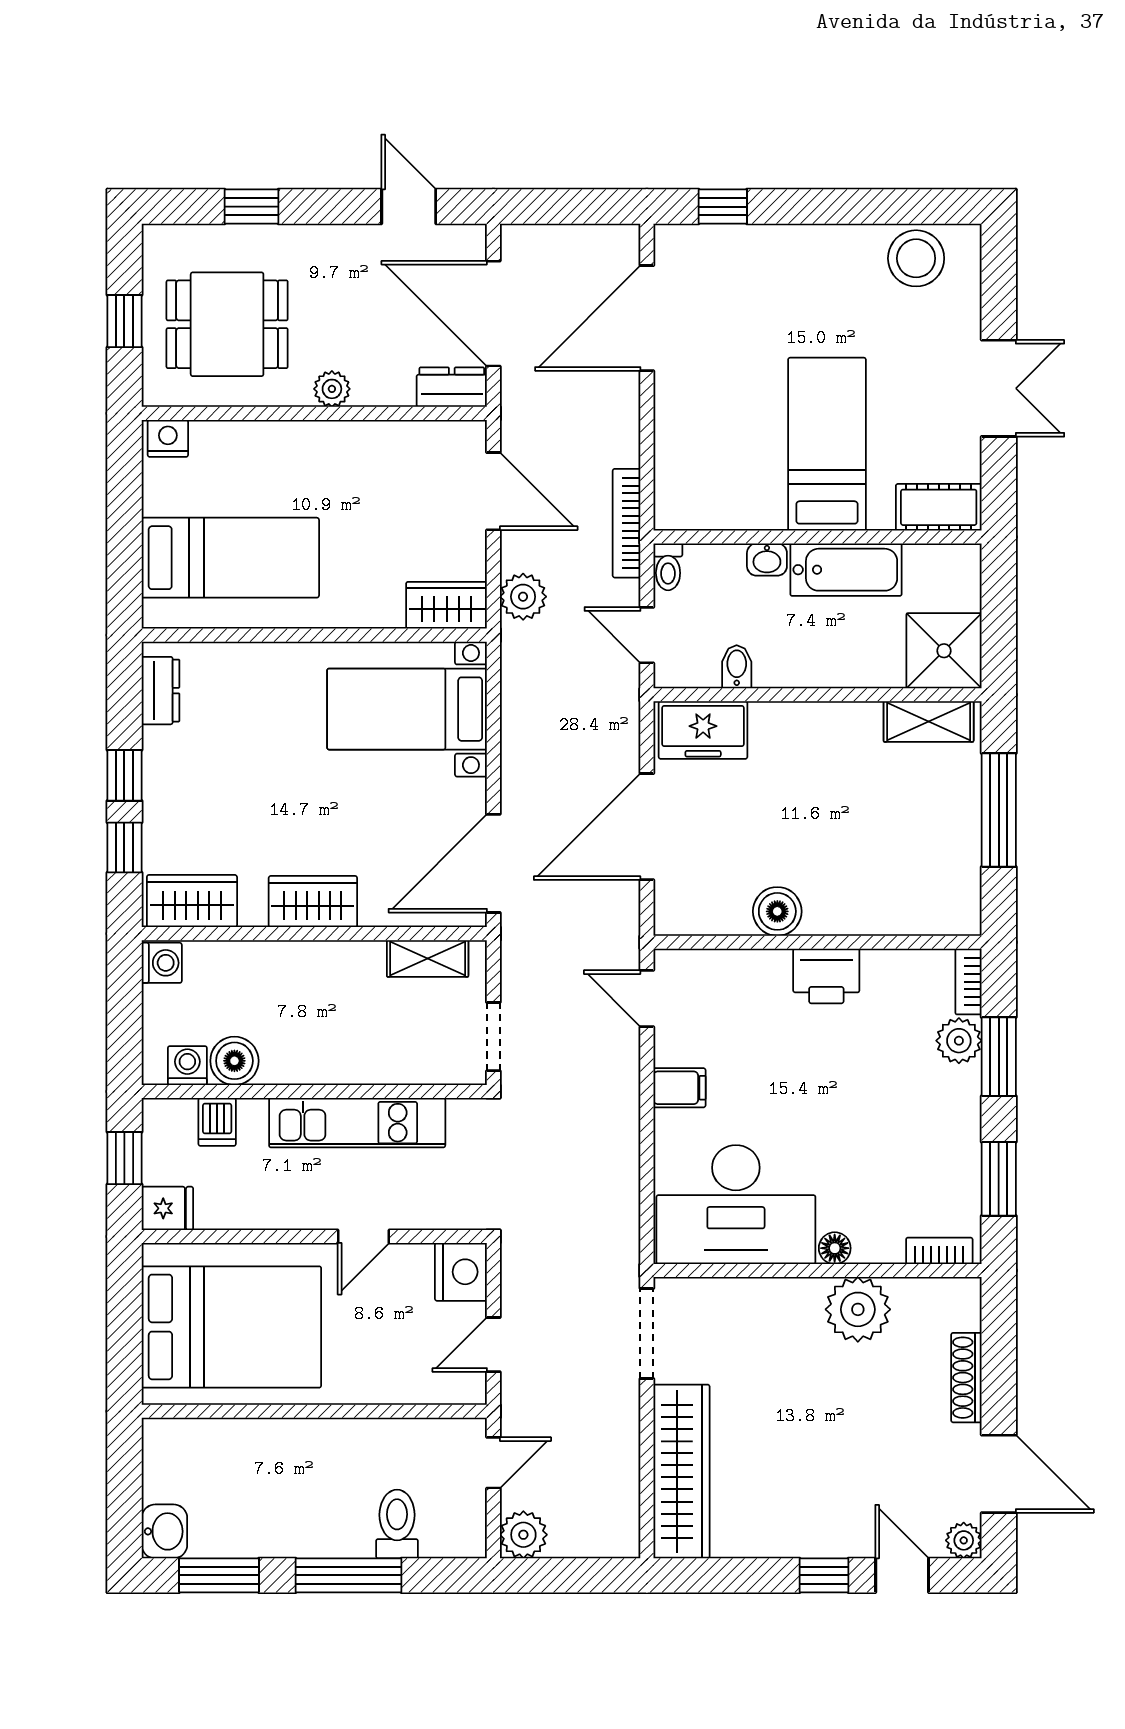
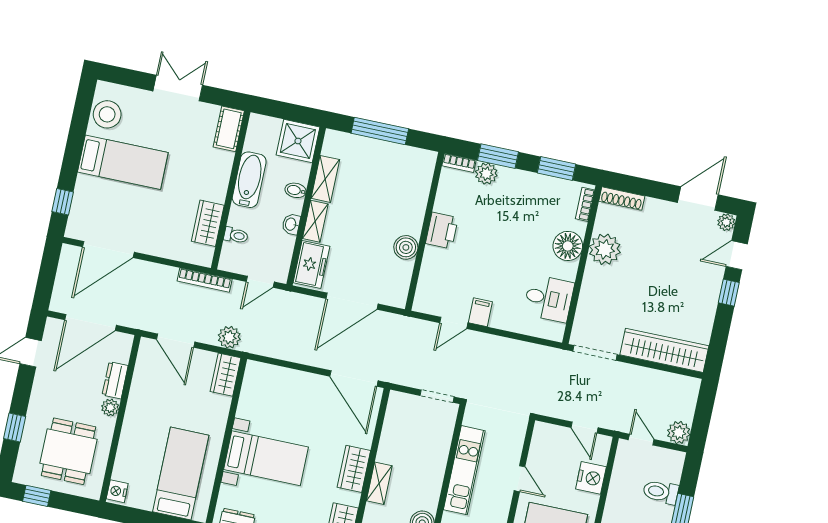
door: (647, 318) -> (108, 249), hinge flipped
window: (124, 321) -> (37, 496), moved
dresser: (452, 387) -> (115, 380), moved
bed: (827, 444) -> (123, 162), moved, turned 180
door: (493, 491) -> (176, 341), swing flipped
wardrobe: (741, 506) -> (208, 223), added
washbasin: (767, 560) -> (291, 224), moved, turned 180
toilet: (668, 567) -> (236, 235), moved
bidet: (737, 667) -> (296, 190), moved
bed with nightstands: (407, 709) -> (266, 458), moved, turned -90
shelving: (791, 719) -> (315, 221), added
shelving: (929, 722) -> (325, 179), moved
door: (647, 827) -> (352, 301), hinge flipped
shelving: (428, 958) -> (379, 483), moved
door: (647, 999) -> (454, 323), moved
desk: (736, 1205) -> (549, 298), width x0.53, depth x0.77
floor lamp: (835, 1248) -> (568, 246), width x1.89, depth x1.89
nightstand: (461, 1272) -> (591, 478), moved, turned 90
shoe rack: (966, 1378) -> (622, 199), moved

